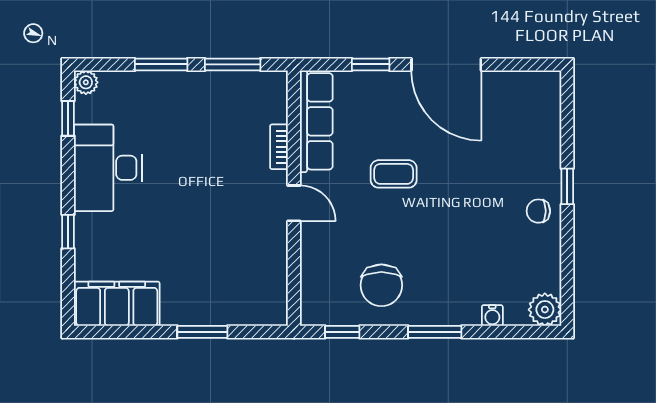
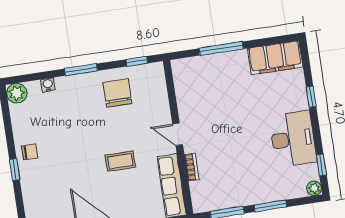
window: (202, 332) -> (221, 49), width x1.44

